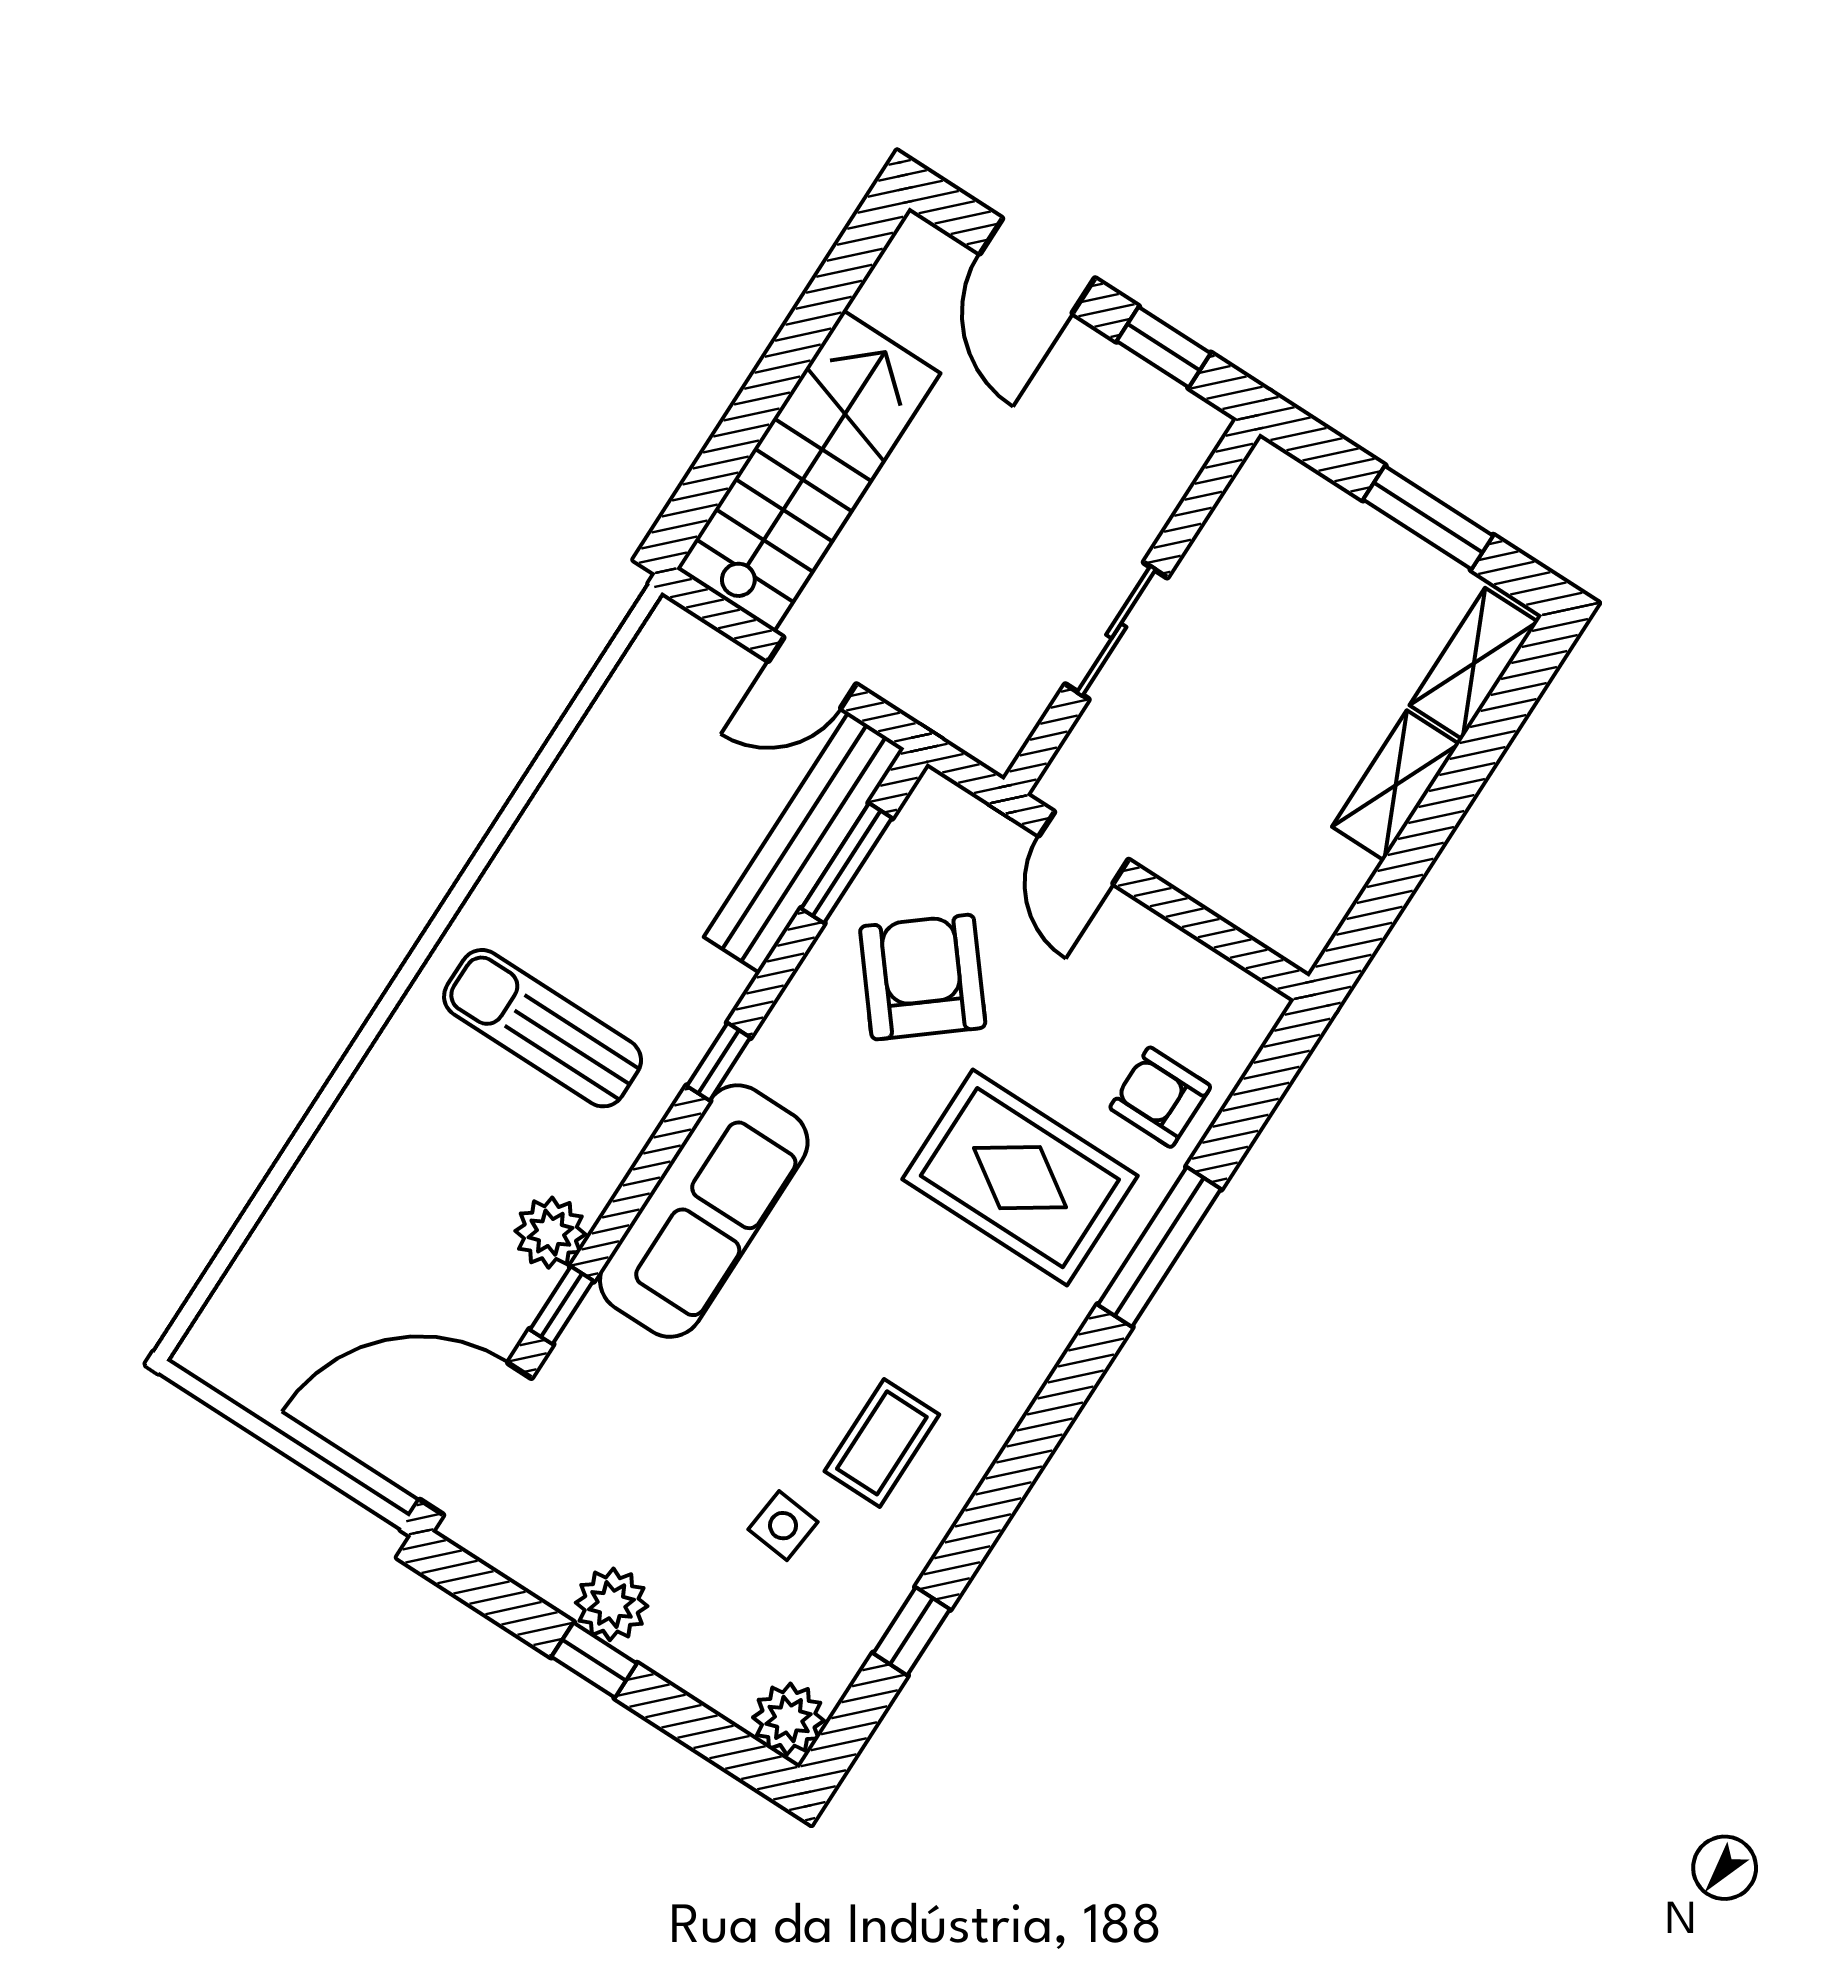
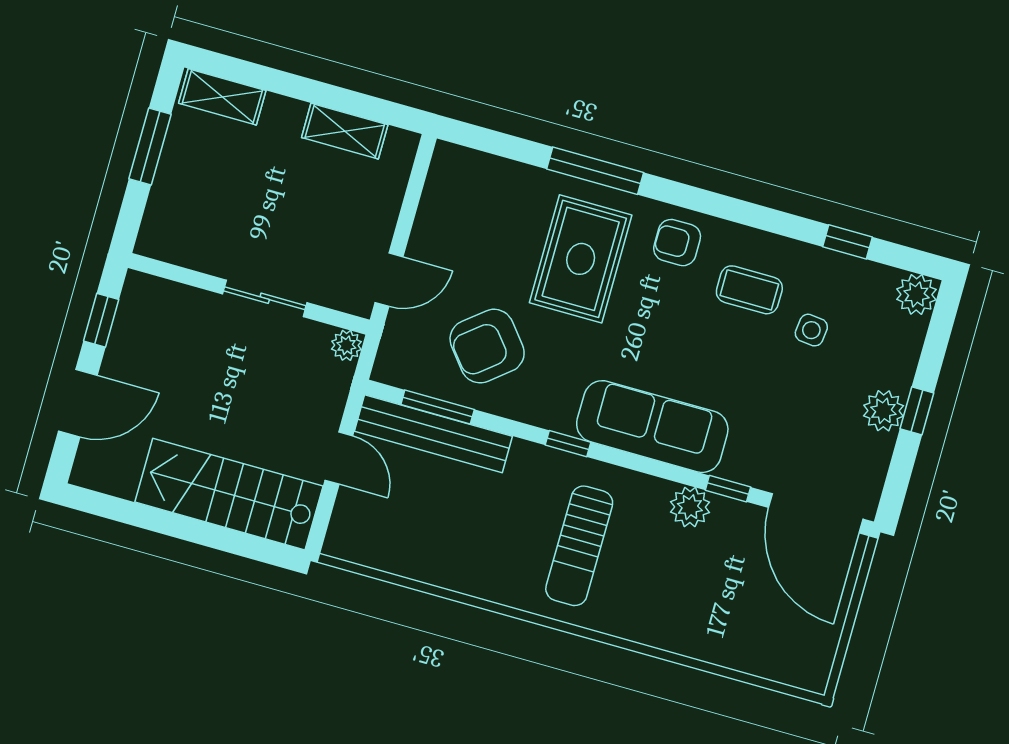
plant: (996, 743) -> (346, 345), added
shelving: (1396, 785) -> (345, 131), moved
armchair: (1160, 1097) -> (677, 243), moved, turned 90

